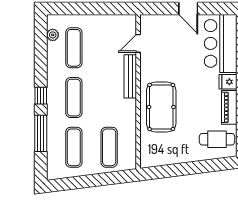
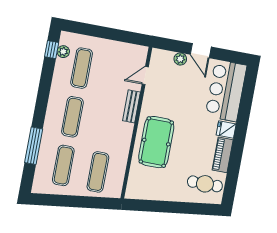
plant: (170, 21) -> (180, 59), added
bench: (130, 76) -> (132, 106), width x0.73
window: (41, 96) -> (52, 50), moved

